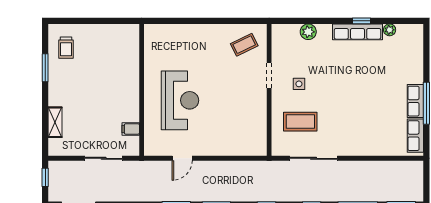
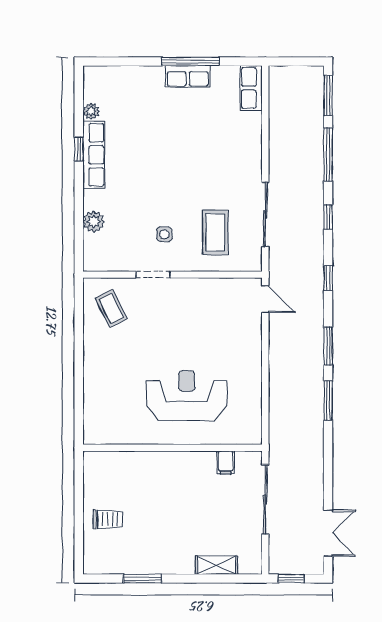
trolley: (66, 48) -> (108, 519), moved
row of seats: (415, 136) -> (251, 88), moved, turned 90
sliding door: (104, 158) -> (265, 499), width x1.37
door: (182, 158) -> (265, 299), moved

